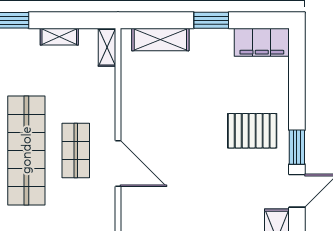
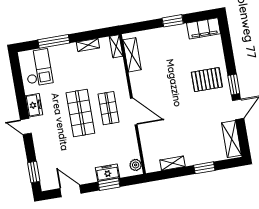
shelving: (160, 39) -> (132, 55), moved, turned 90
shop shelf: (26, 150) -> (80, 113), width x0.71

